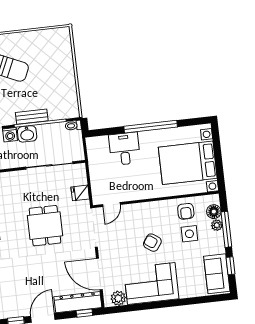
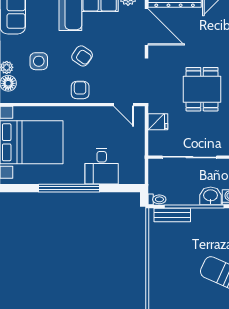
bench: (32, 117) -> (172, 215), moved
door: (111, 205) -> (124, 105), swing flipped
armchair: (186, 211) -> (80, 90), moved

